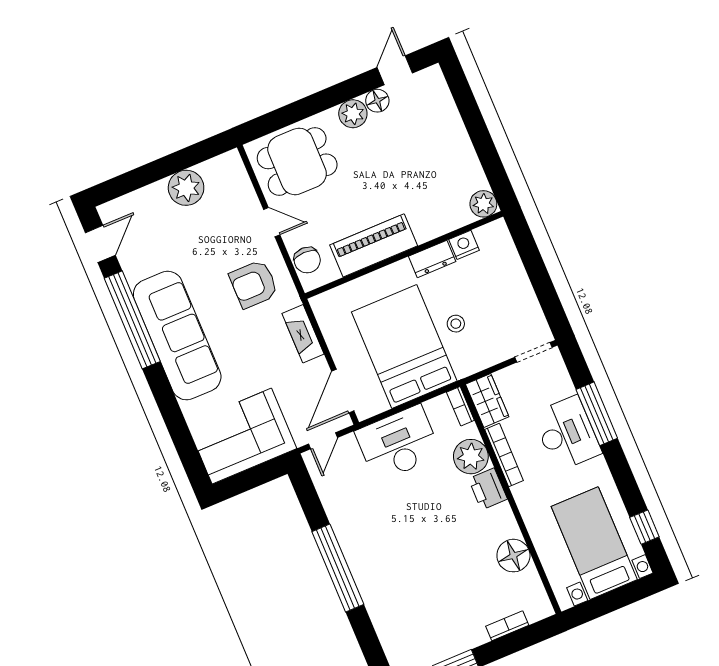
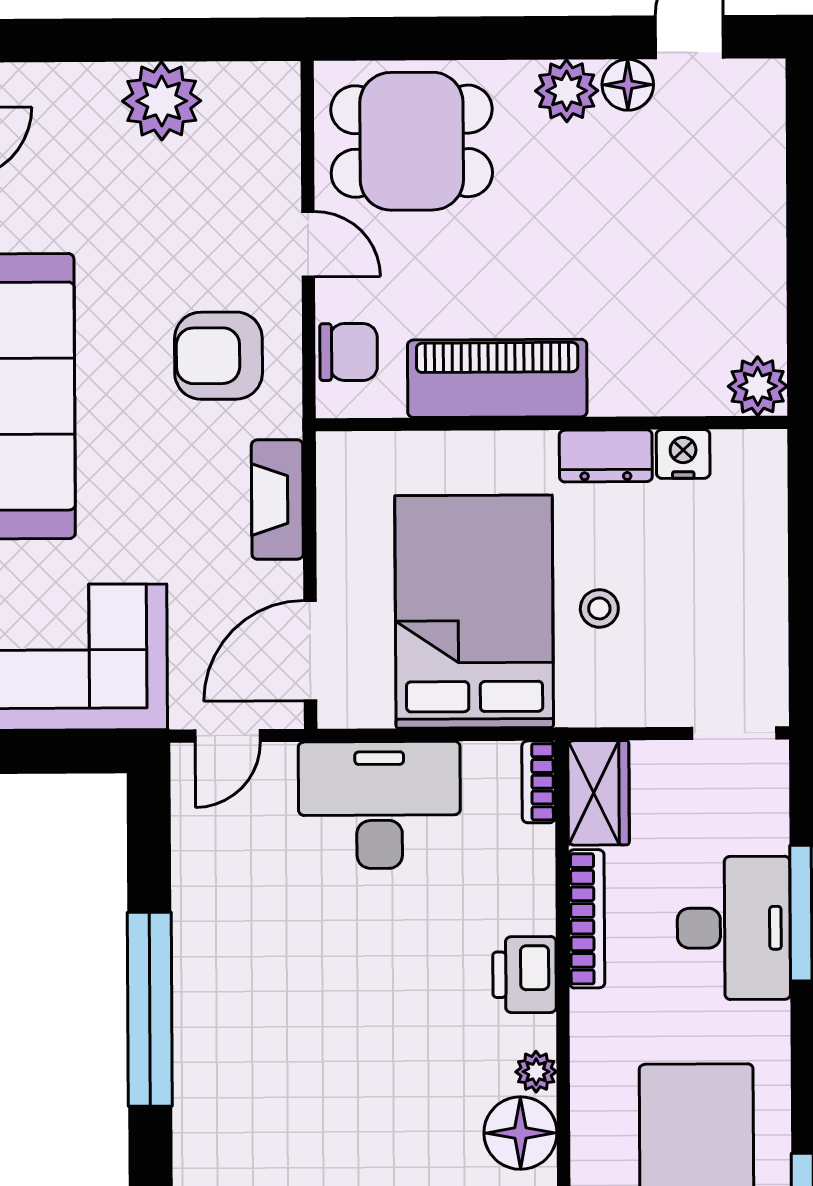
chair: (307, 260) -> (349, 352), turned -90
plant: (471, 457) -> (536, 1072), moved, width x0.53, depth x0.53

